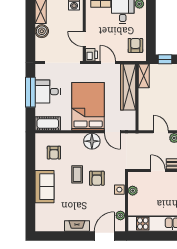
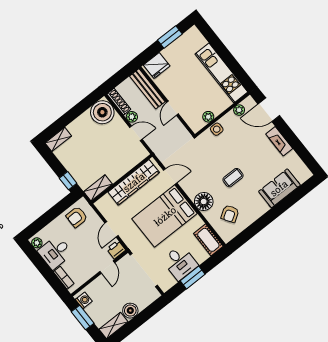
wardrobe: (128, 87) -> (134, 182), moved
window: (30, 92) -> (193, 278), width x0.69
door: (112, 132) -> (170, 176), hinge flipped
door: (161, 132) -> (136, 133), swing flipped
floor lamp: (92, 141) -> (204, 202), moved
armchair: (54, 153) -> (230, 214), turned 147
armchair: (97, 178) -> (223, 157), removed
sofa: (44, 187) -> (279, 188), moved

